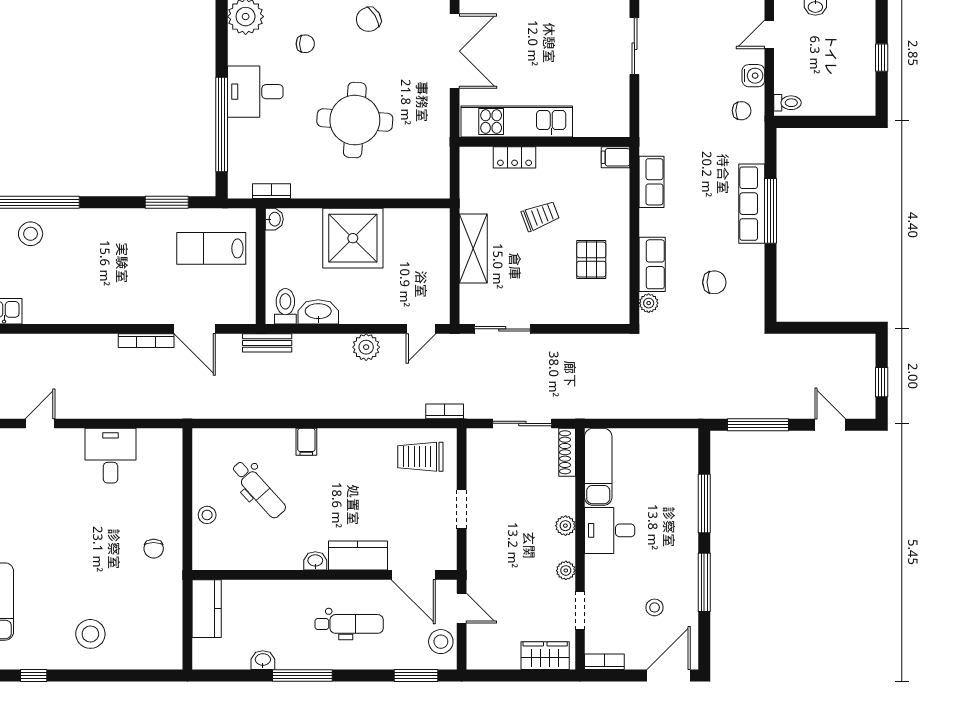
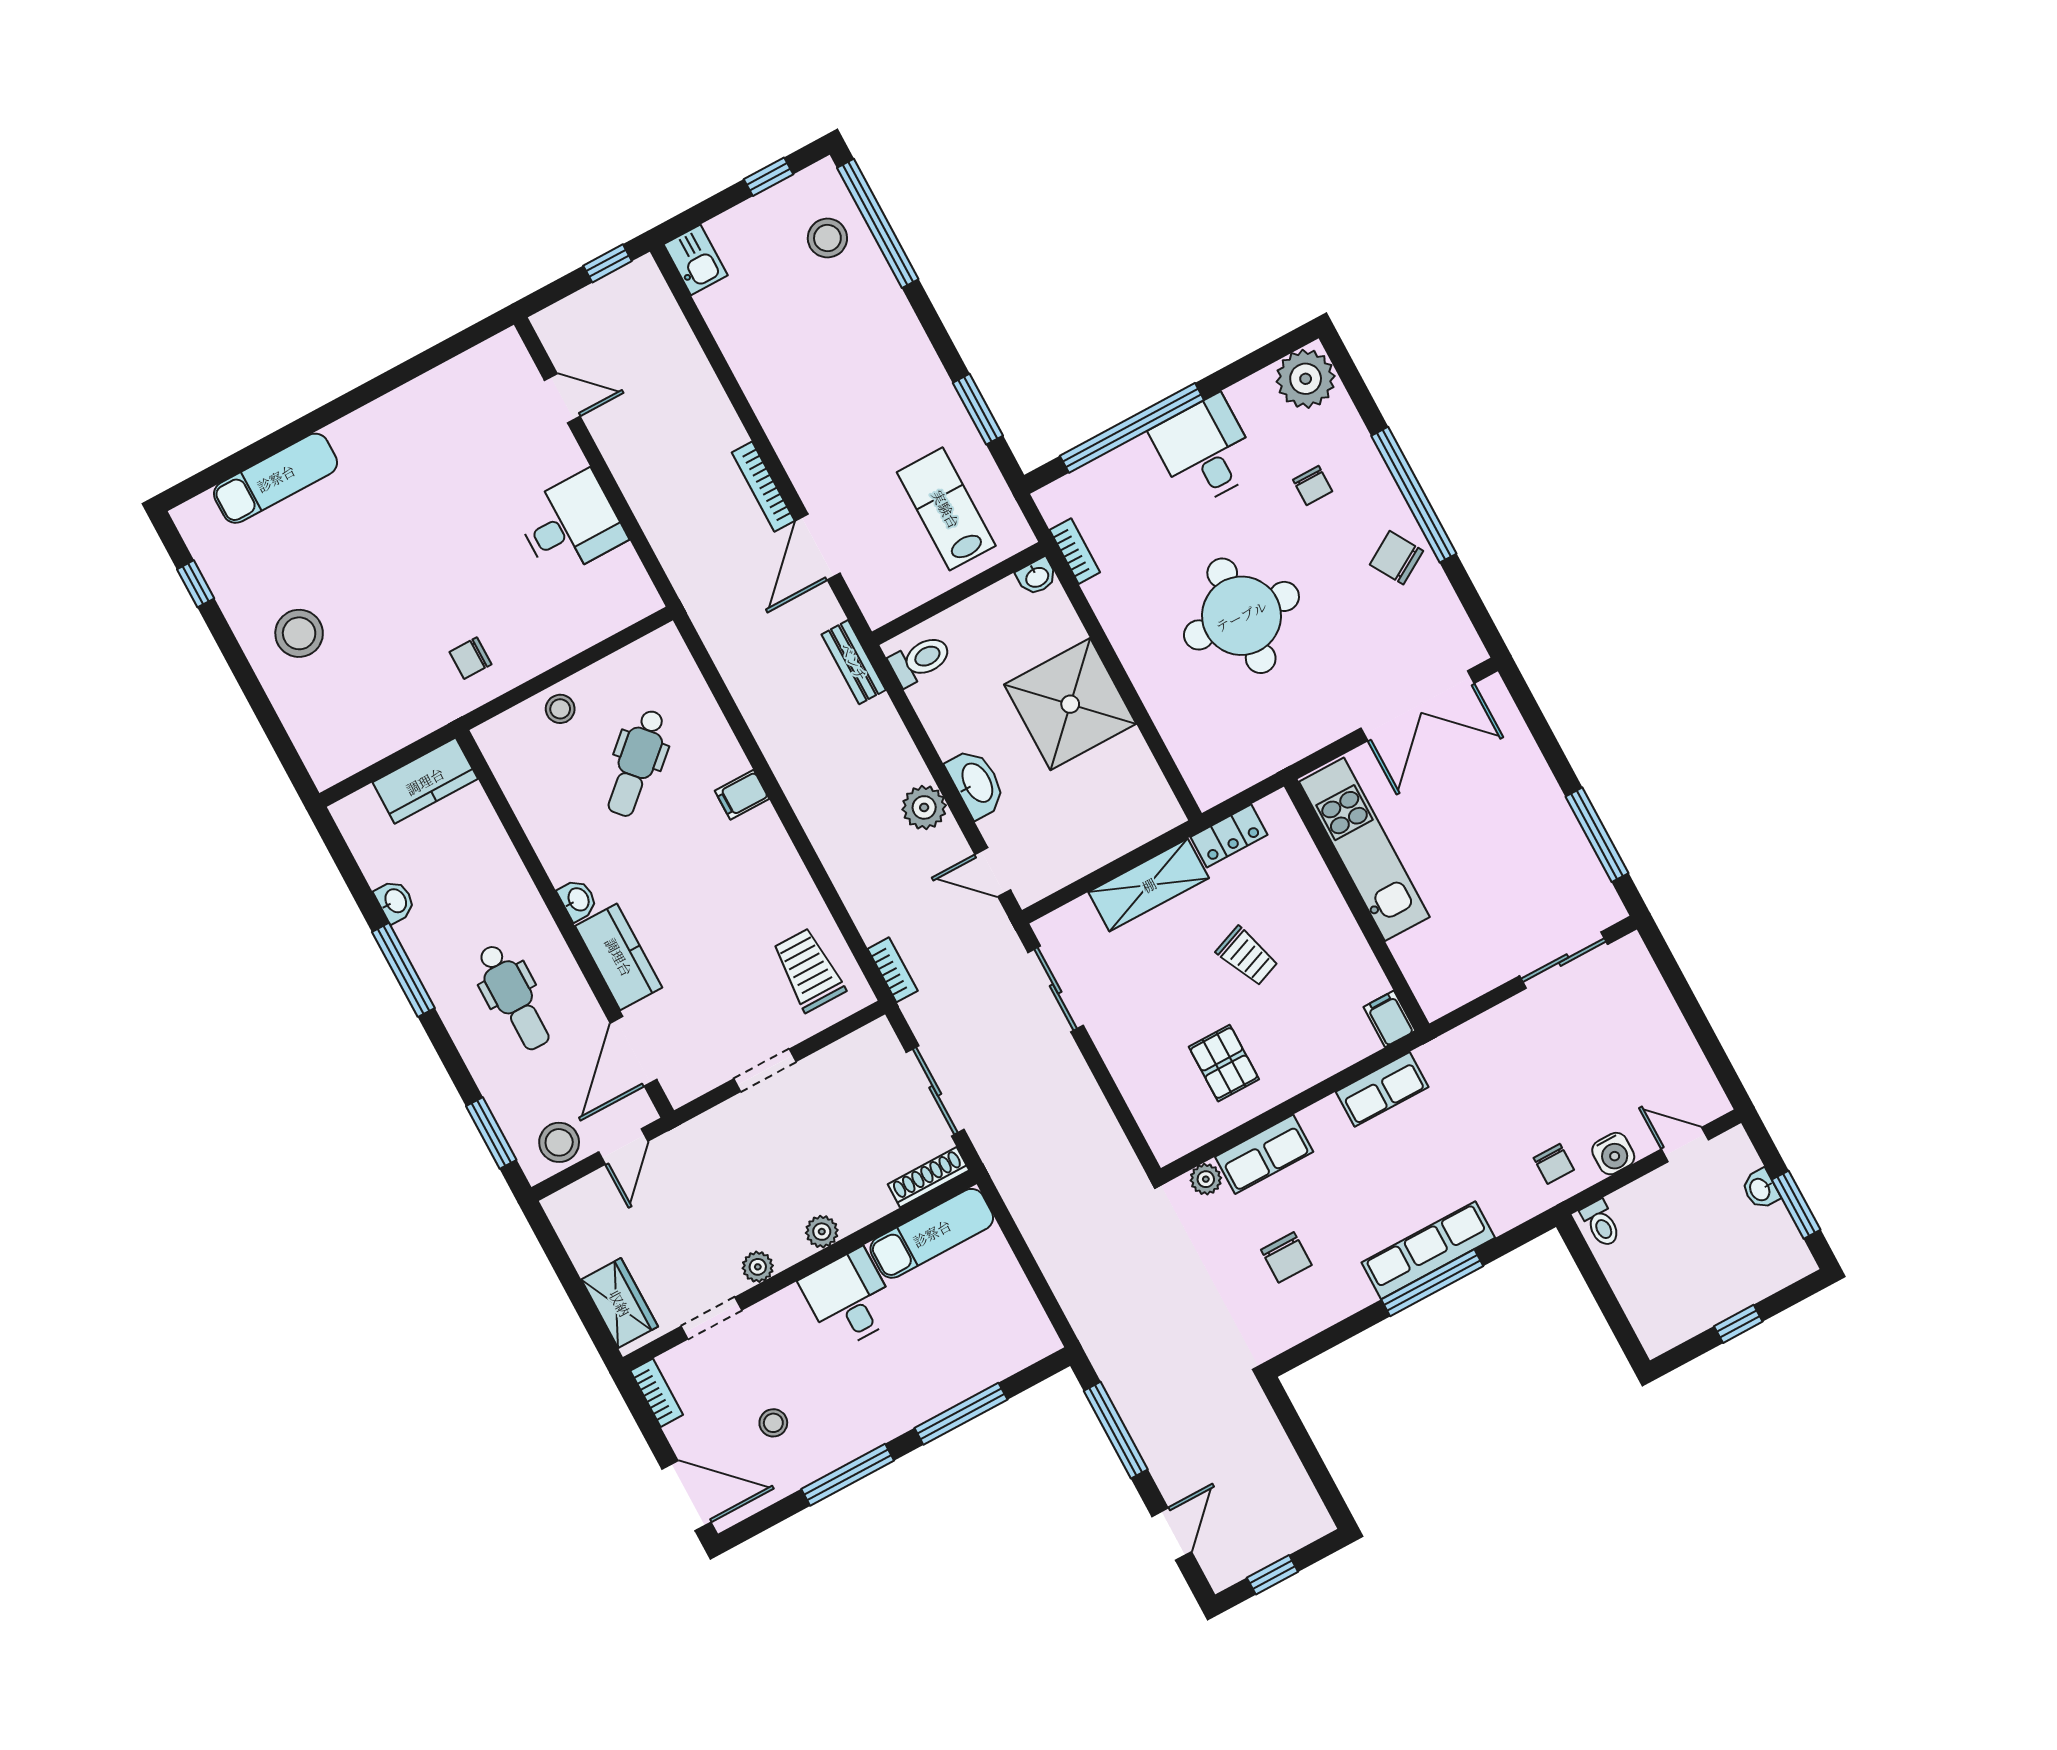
locker: (515, 157) -> (1229, 836), moved, turned -90
pallet: (591, 260) -> (1224, 1063), turned 90
washbasin: (318, 312) -> (976, 783), moved

